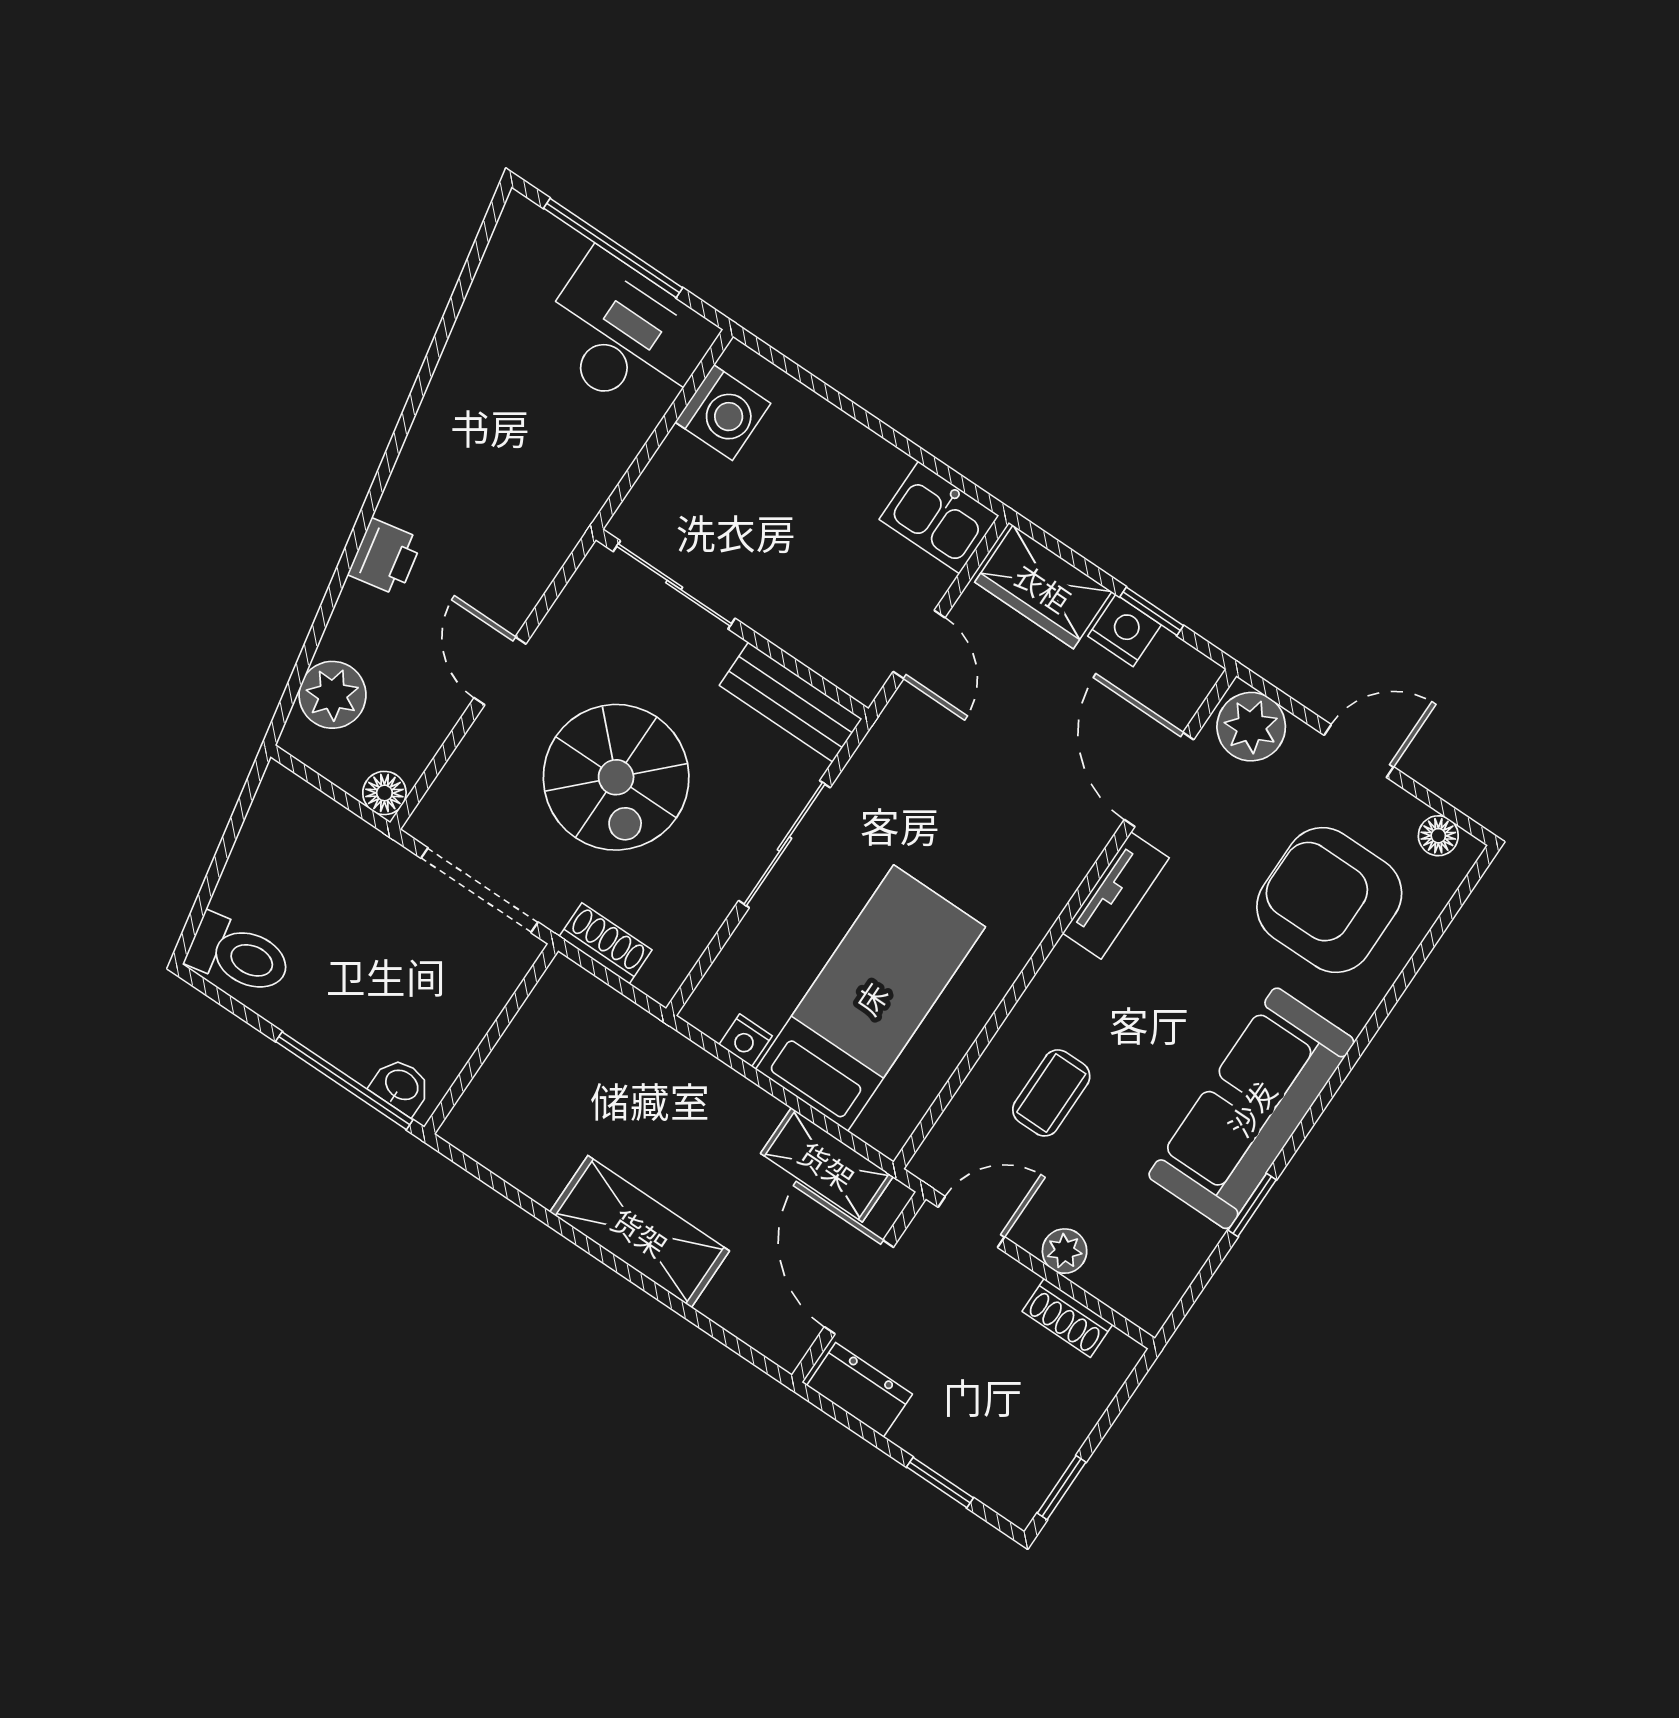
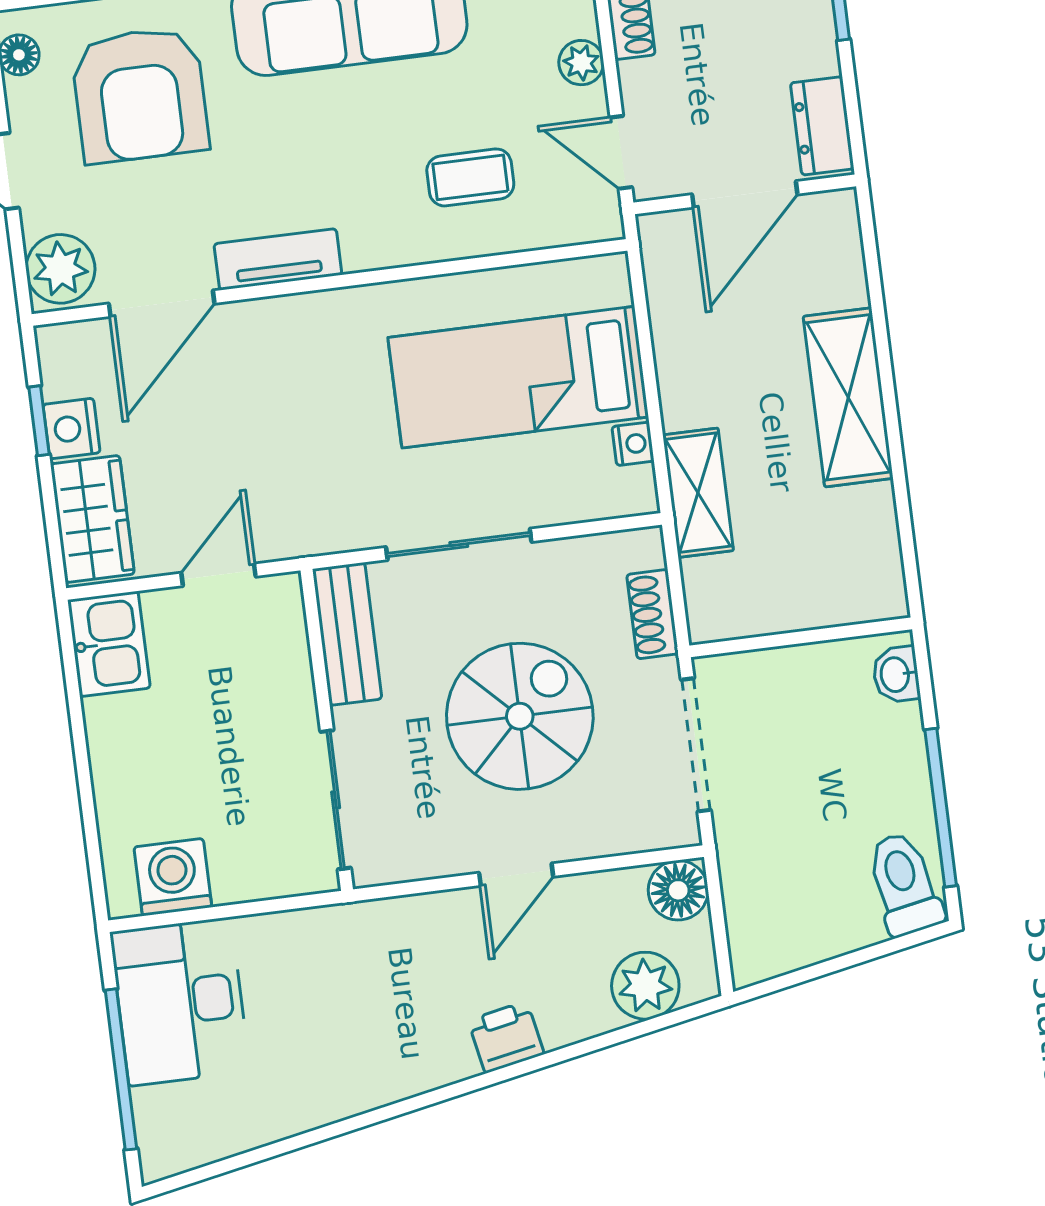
floor lamp: (384, 793) -> (678, 890), width x1.37, depth x1.37
window: (344, 1081) -> (941, 808), moved
shelving: (827, 1165) -> (698, 493), moved

